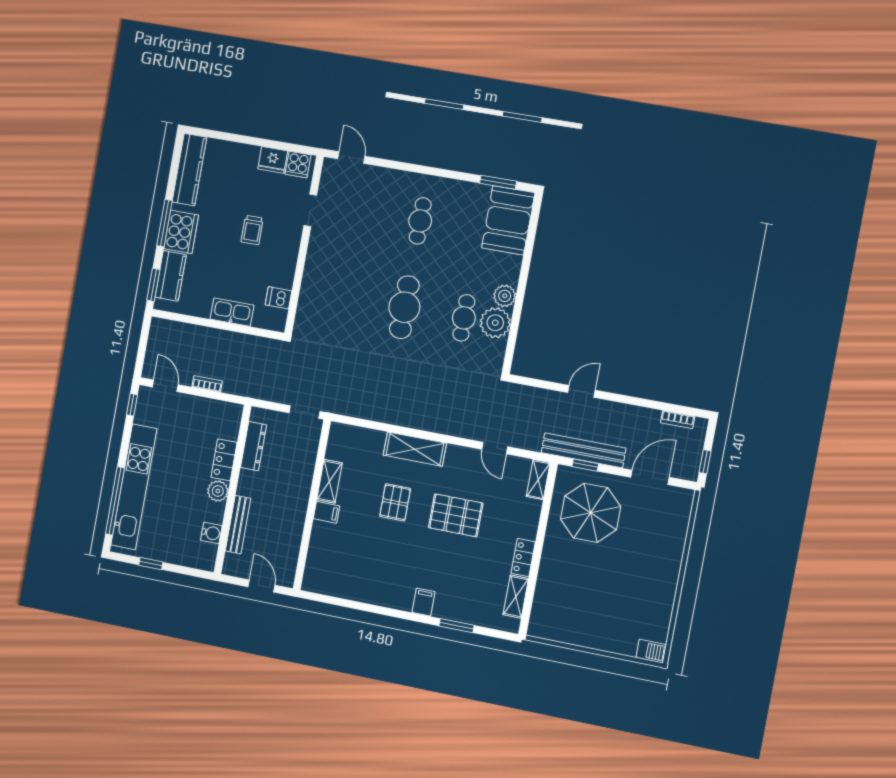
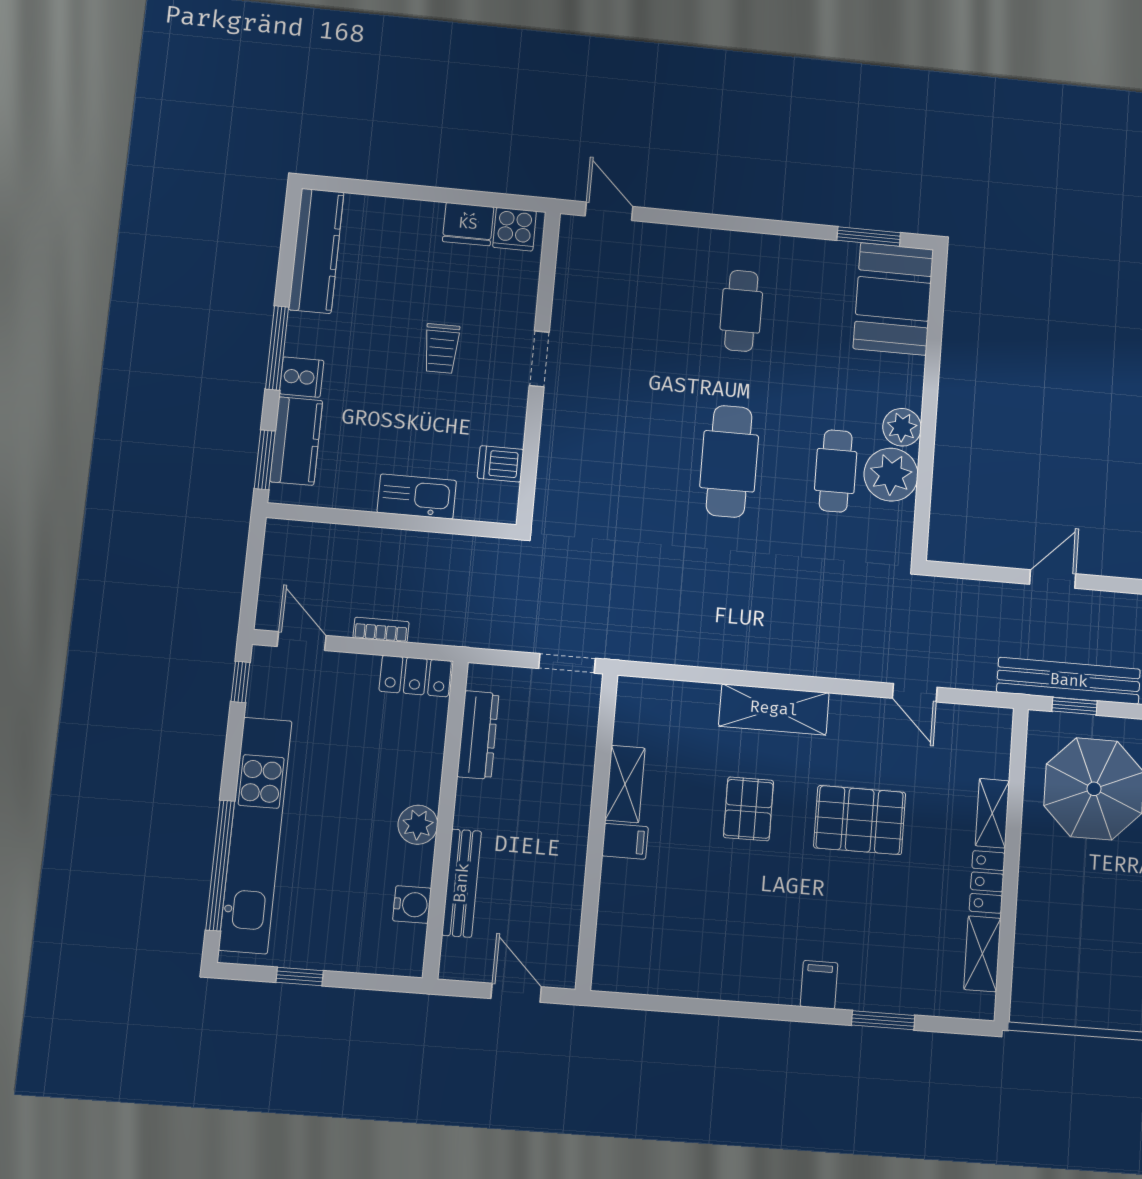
doorway: (310, 210) -> (539, 359), moved
cooker: (181, 232) -> (302, 377), width x0.53, depth x0.76
locker: (224, 460) -> (415, 676), moved, turned -90
shelving: (538, 480) -> (992, 813), moved

